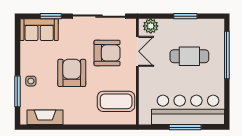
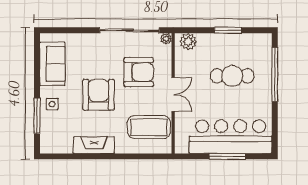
window: (51, 16) -> (75, 30), removed
plant: (131, 24) -> (166, 39), added
sofa: (39, 30) -> (52, 64), moved, turned -90
double door: (137, 51) -> (173, 94), moved
fireplace: (45, 117) -> (94, 145), moved

